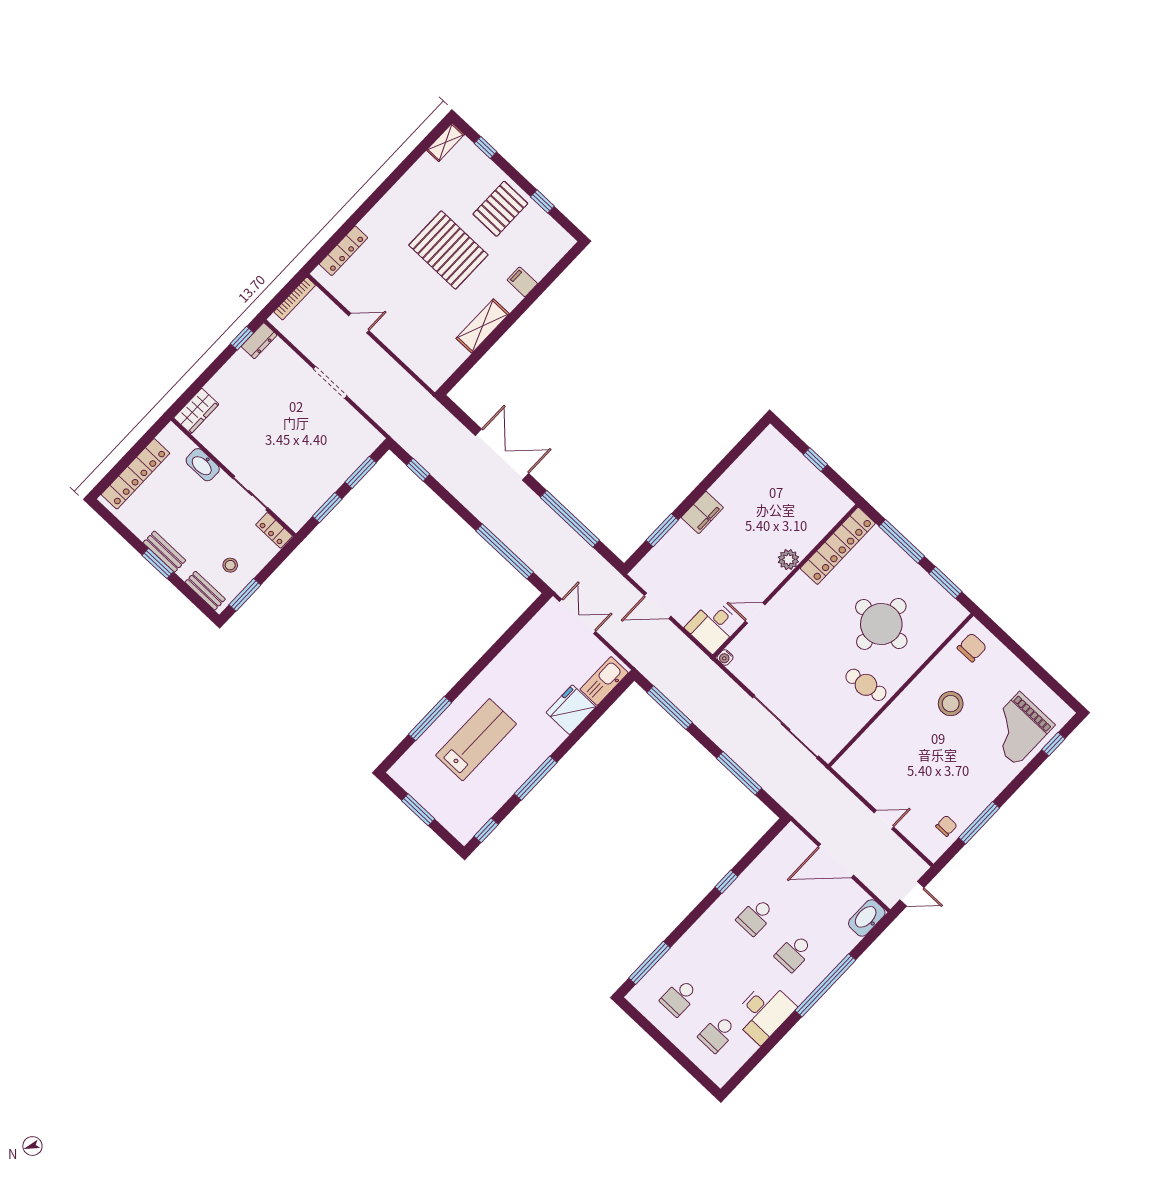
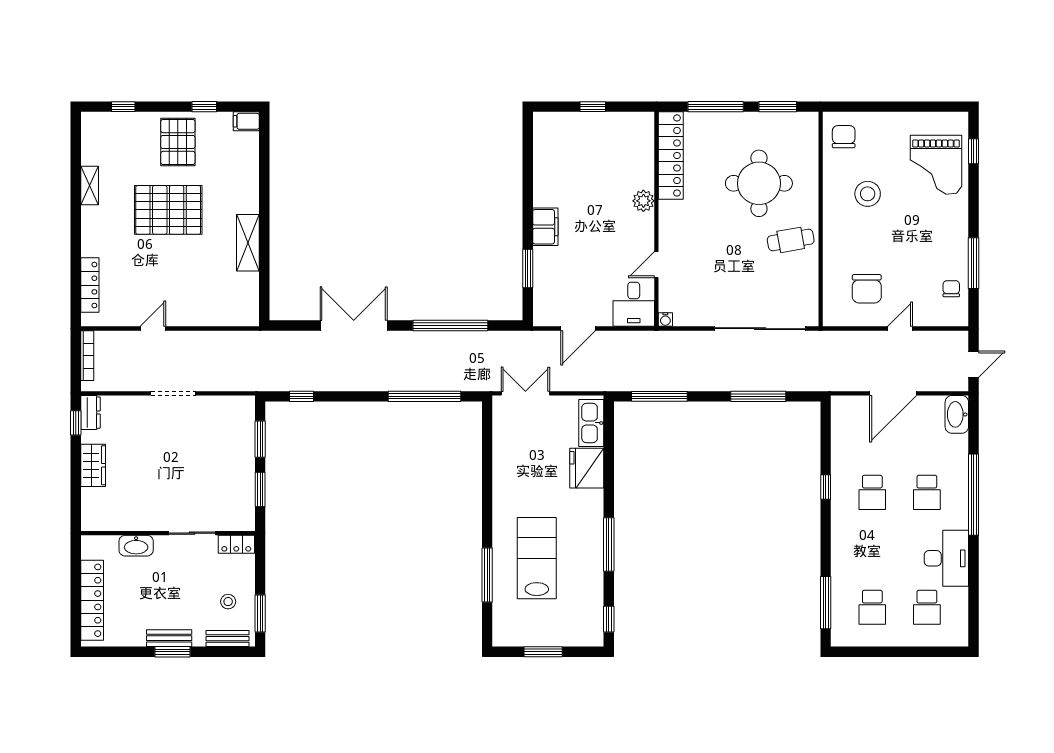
shelving: (446, 142) -> (90, 185), moved
filing cabinet: (522, 282) -> (246, 121), moved
wardrobe: (196, 411) -> (93, 465), moved
chair: (887, 770) -> (867, 289), added

